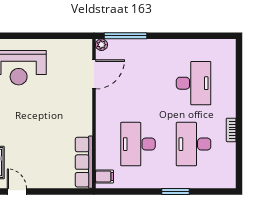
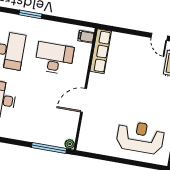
door: (94, 74) -> (84, 100), moved
desk: (138, 144) -> (54, 58), turned -90

